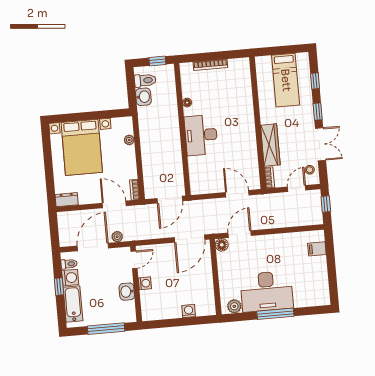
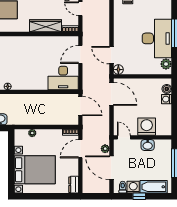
desk: (201, 135) -> (63, 78), moved
washing machine: (145, 283) -> (147, 127), width x1.89, depth x1.89
boiler: (202, 310) -> (167, 89), added

